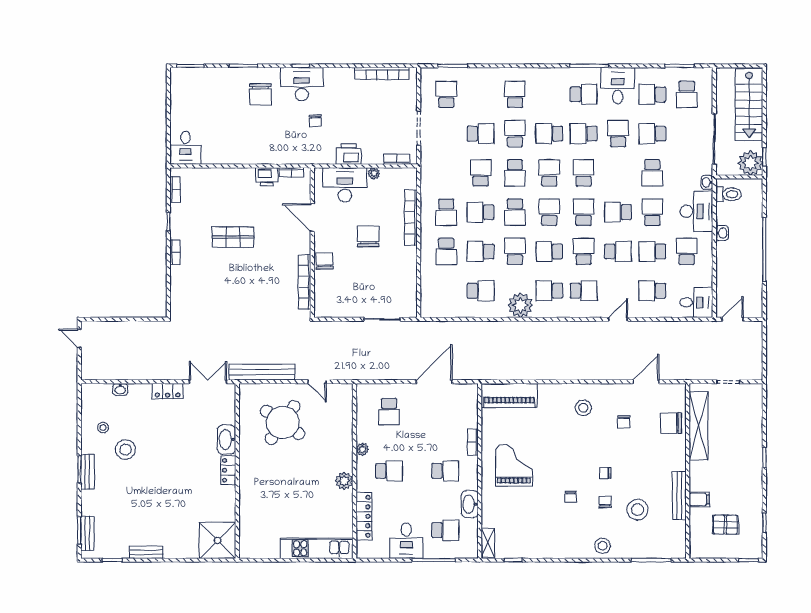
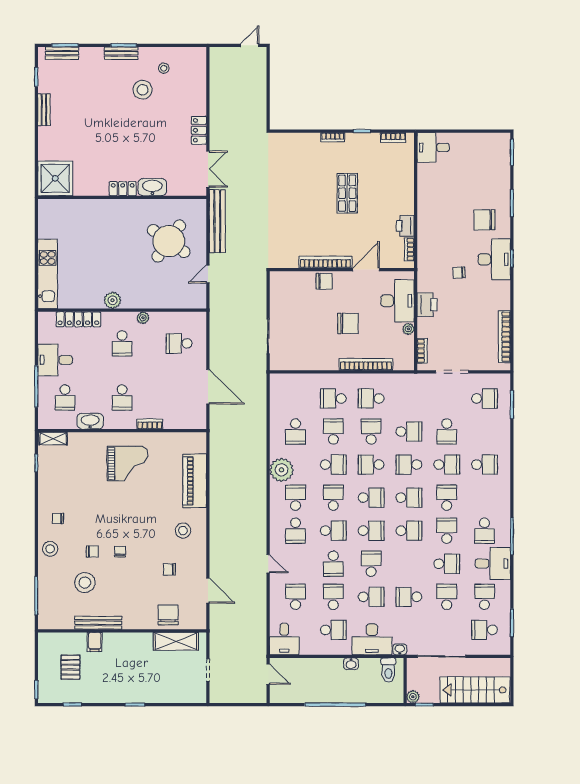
plant: (750, 163) -> (413, 697), width x0.53, depth x0.53
bookcase: (305, 282) -> (325, 262), moved
washbasin: (120, 389) -> (201, 85), removed
piano: (509, 396) -> (195, 481), moved
shelving: (699, 426) -> (176, 641), width x0.68
chair: (571, 497) -> (58, 519), moved

